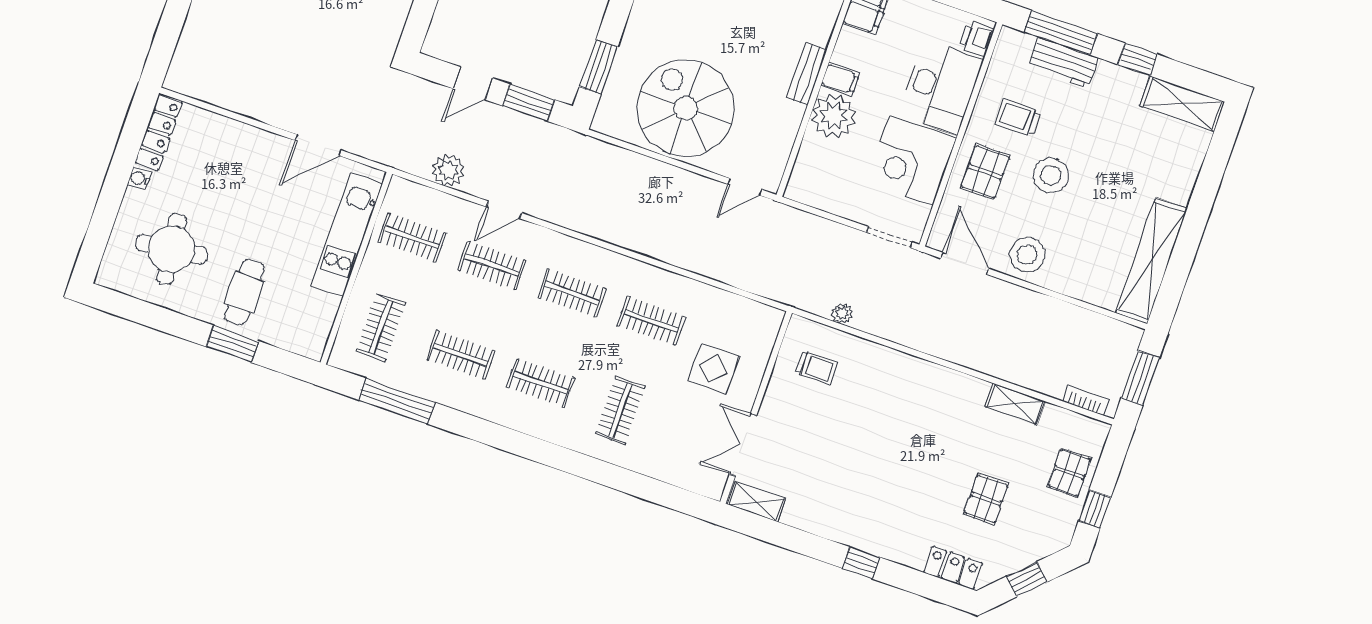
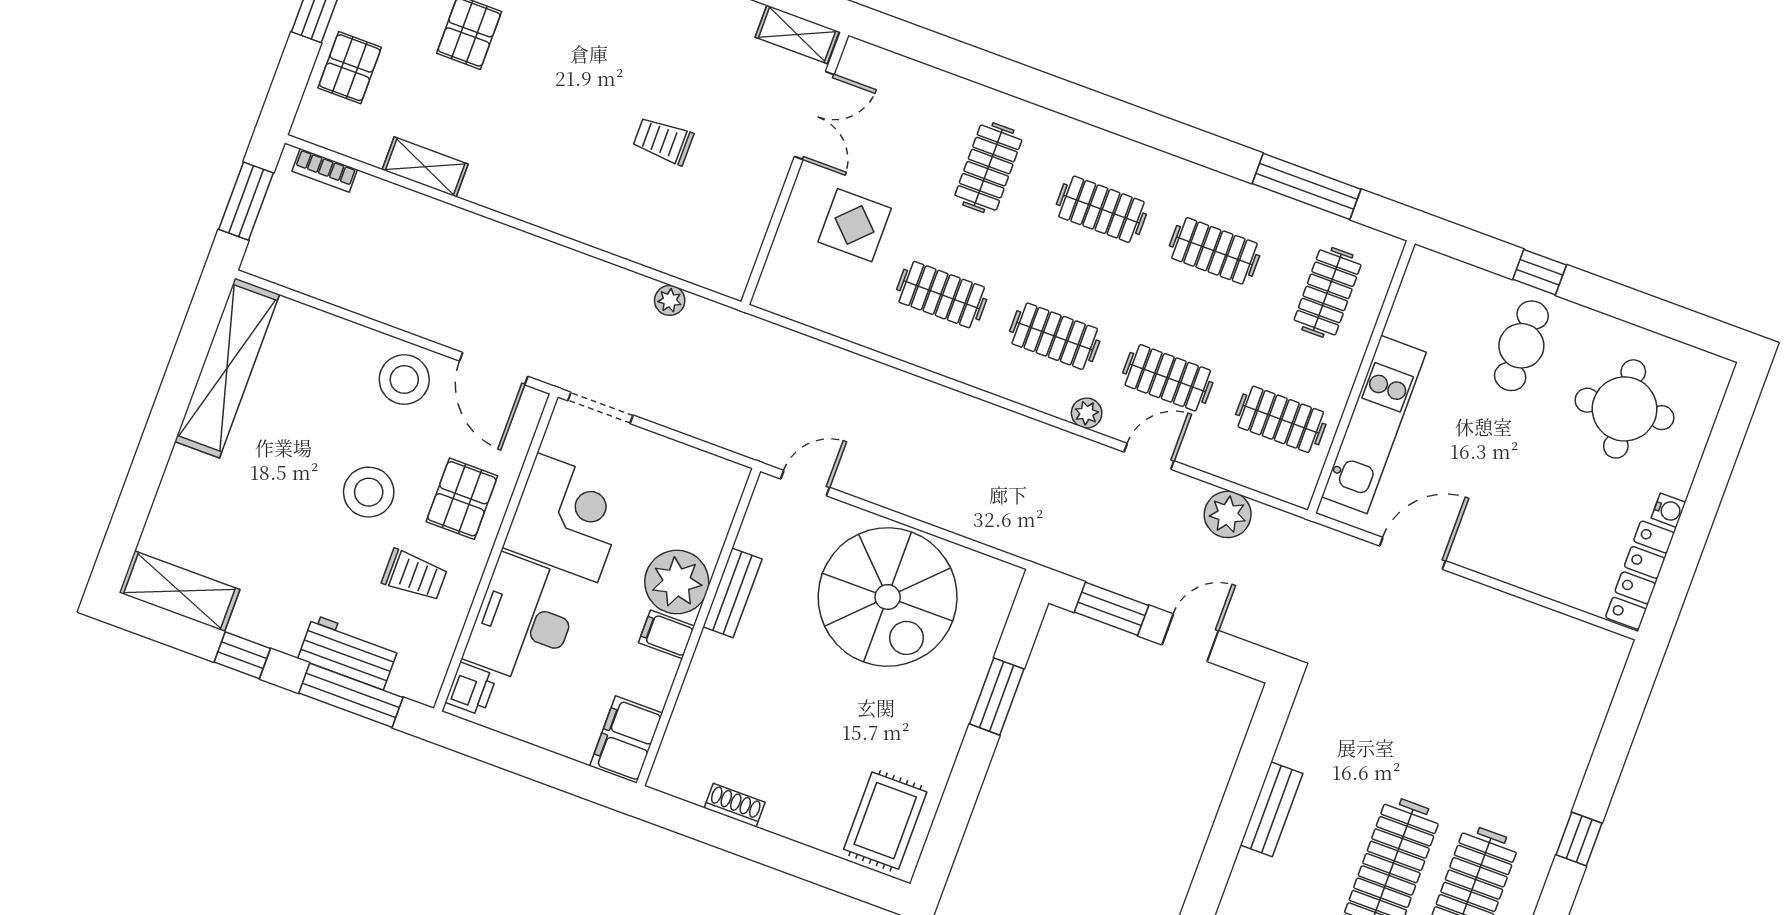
window: (599, 67) -> (997, 696), moved
bench: (807, 74) -> (732, 593), moved
plant: (548, 240) -> (1087, 413), added
window: (233, 344) -> (1540, 272), width x0.67
trolley: (817, 368) -> (663, 141), moved

